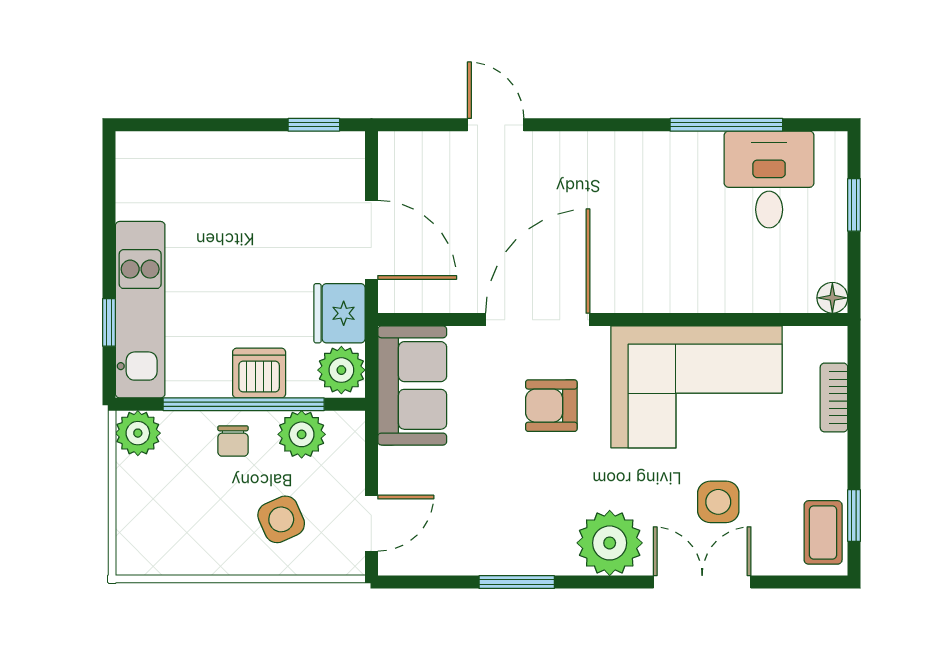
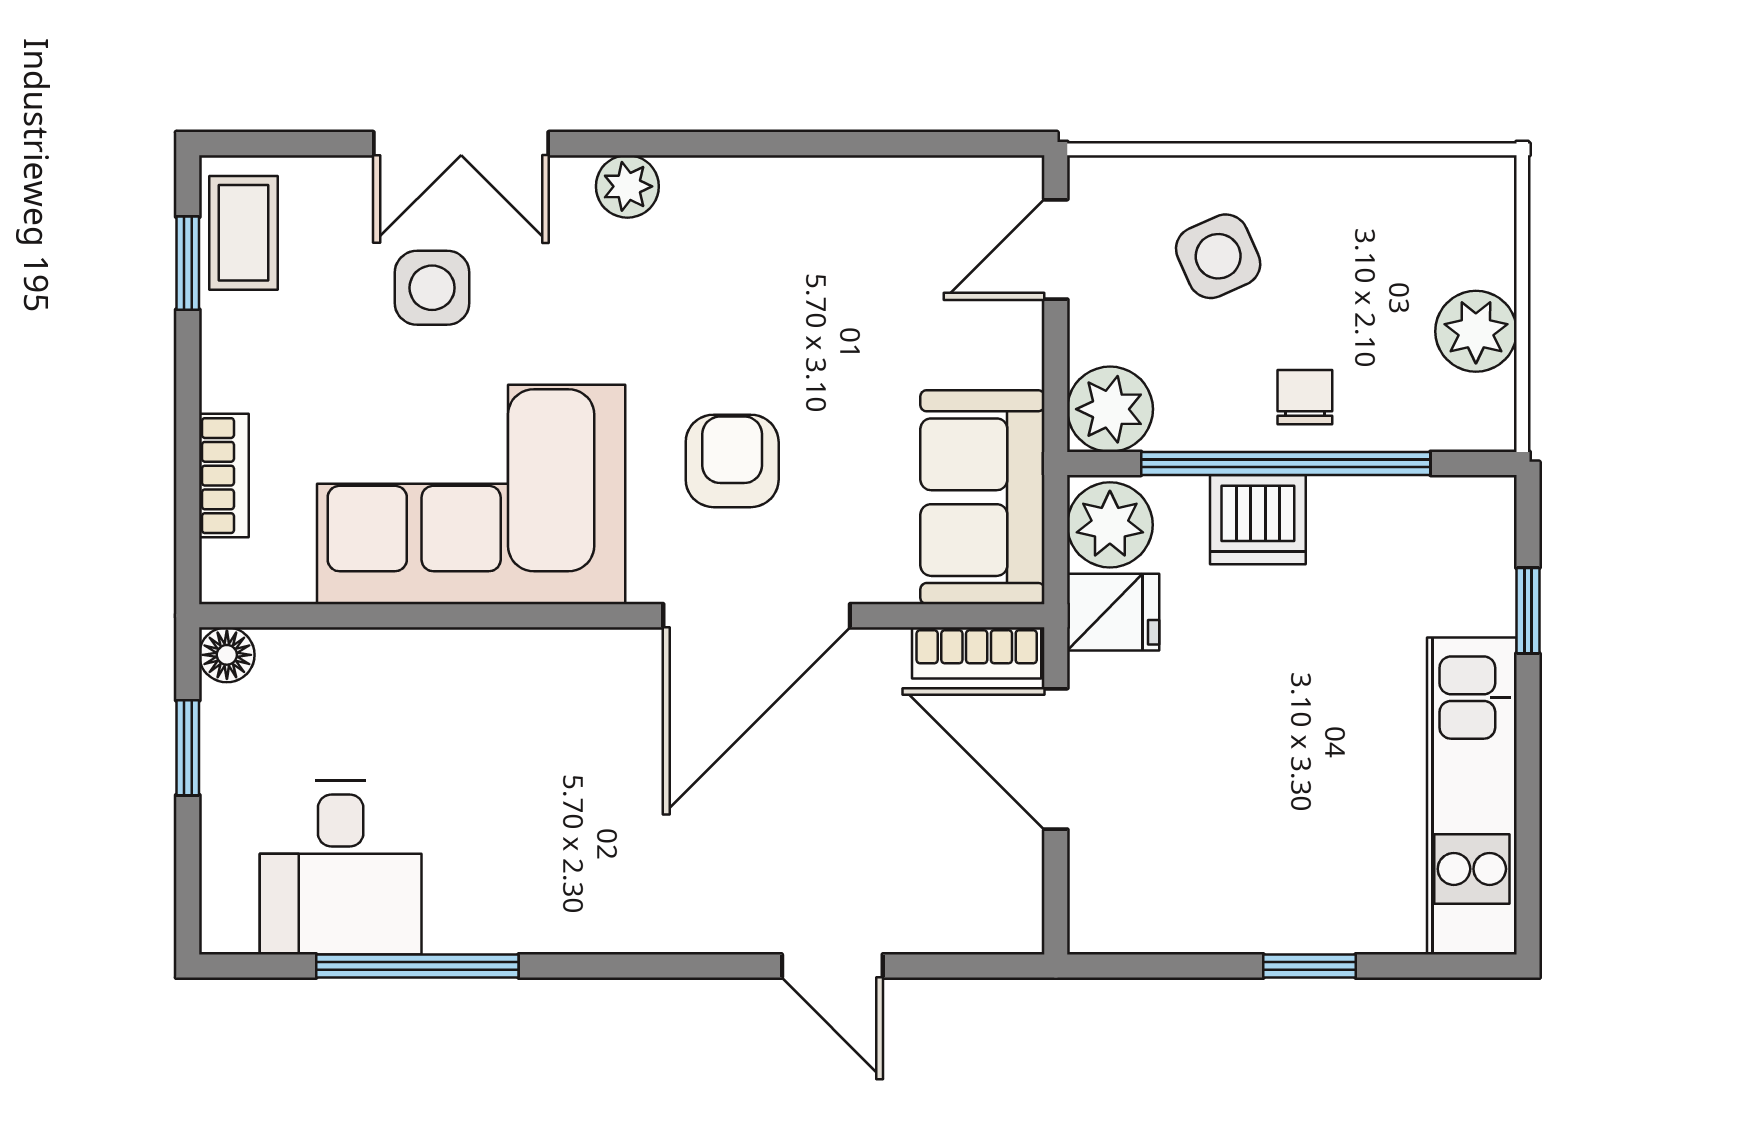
window: (314, 125) -> (1310, 966), moved
window: (854, 205) -> (188, 748), moved
bookcase: (415, 299) -> (977, 653), added
kitchen unit: (140, 310) -> (1472, 796), moved
fridge: (340, 313) -> (1113, 612), width x0.72
armchair: (551, 406) -> (732, 461), turned -90
plant: (138, 433) -> (1476, 331), moved
plant: (302, 434) -> (1110, 409), moved
plant: (610, 543) -> (627, 186), width x0.53, depth x0.53
window: (517, 582) -> (795, 144), removed

